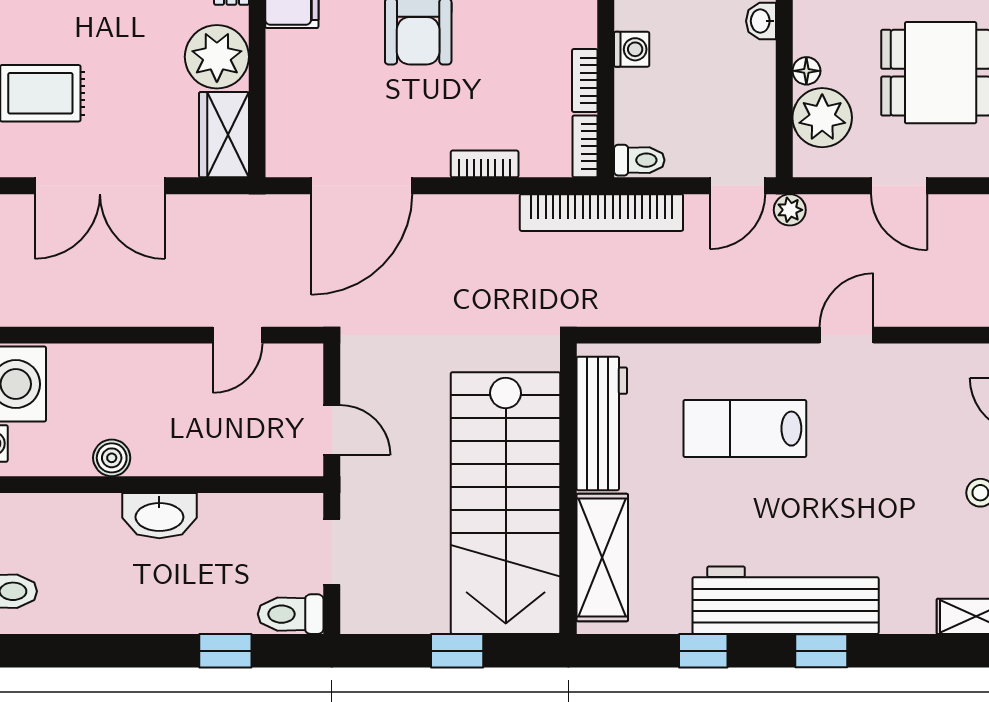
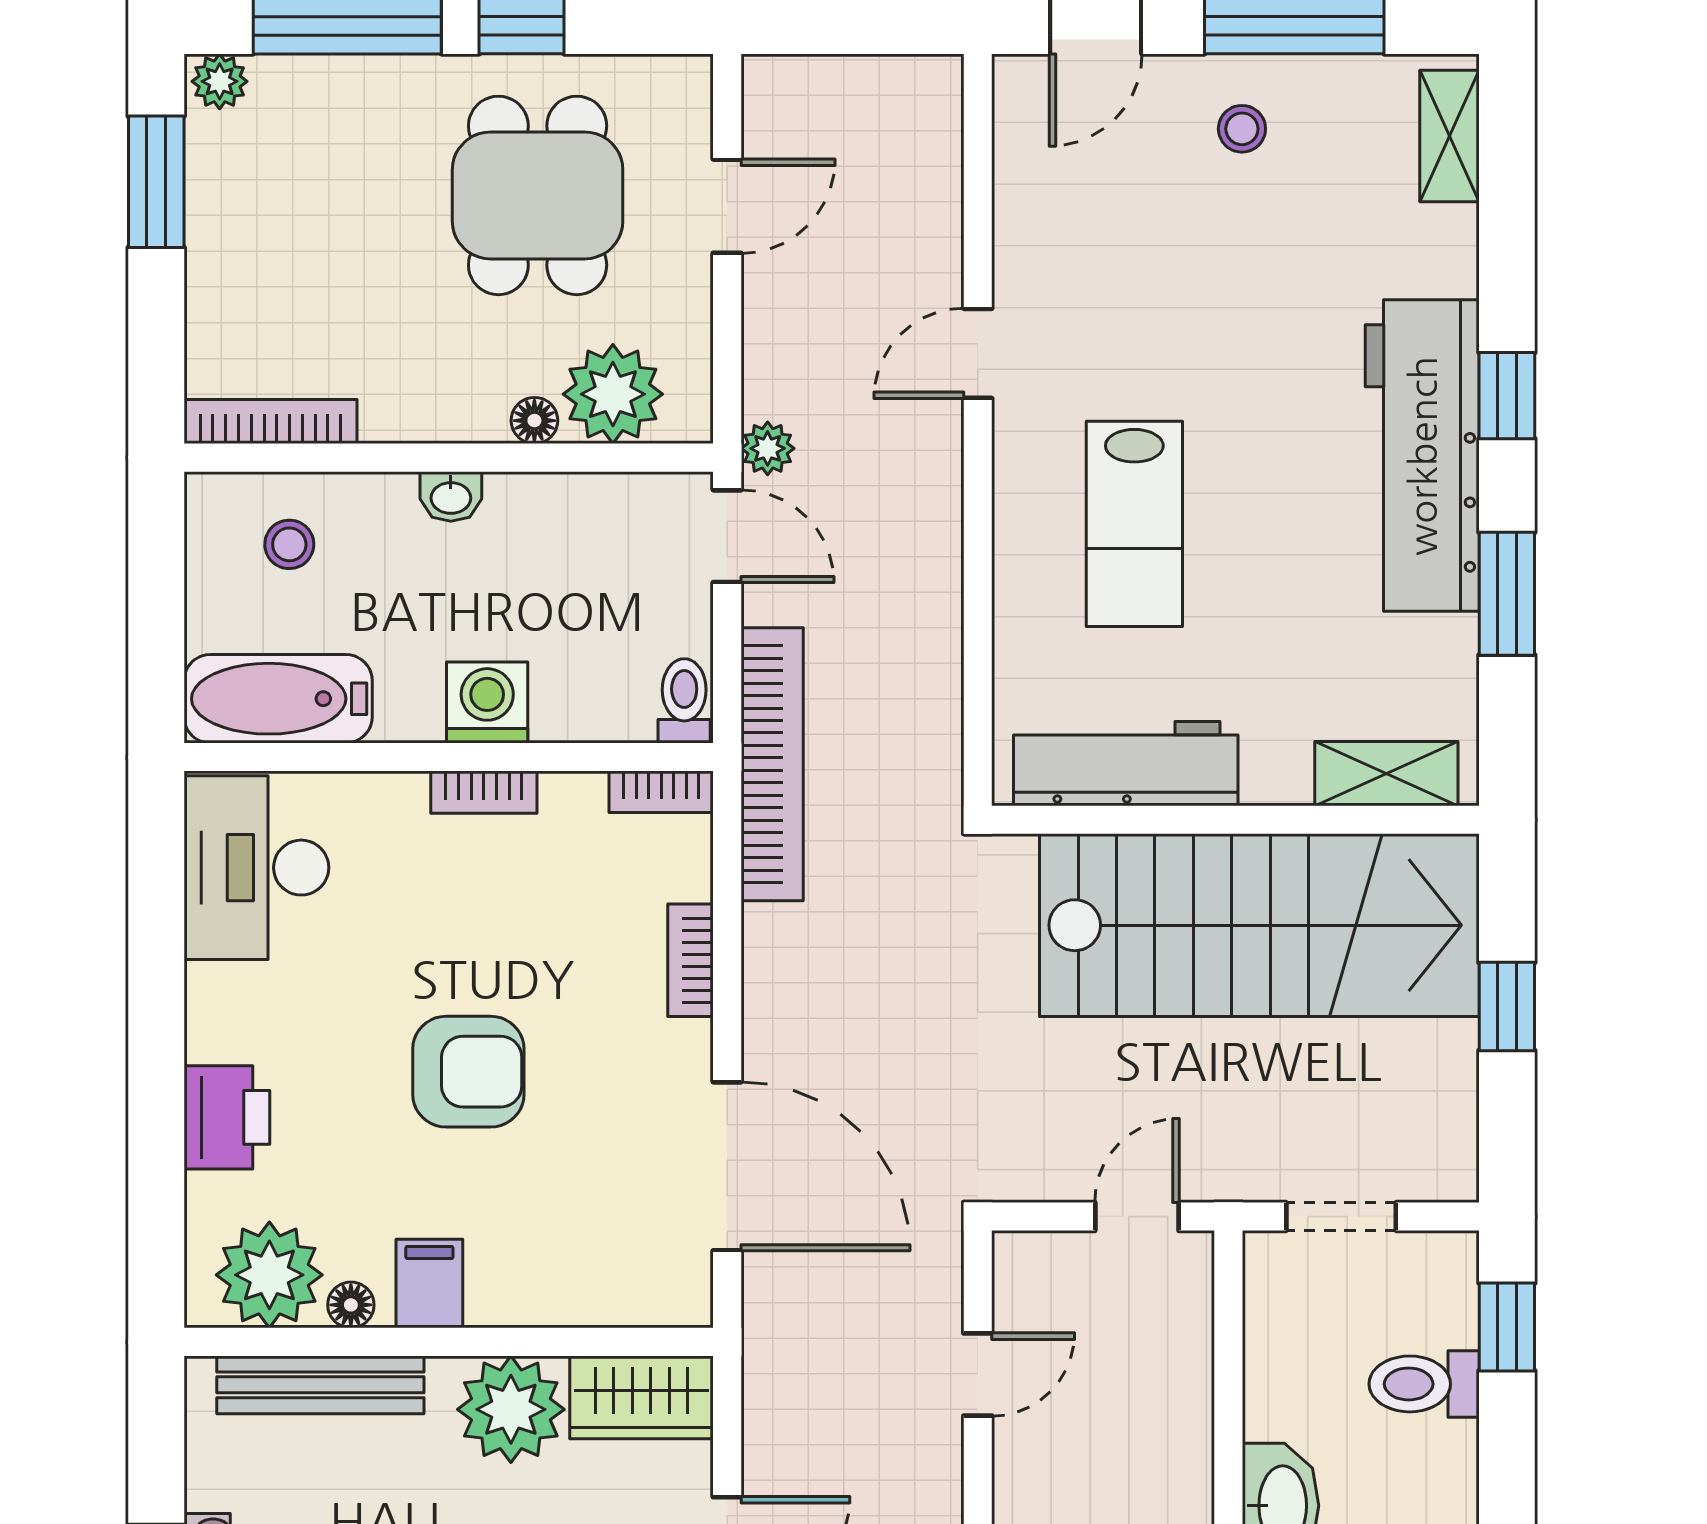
washing machine: (632, 49) -> (487, 703), width x1.38, depth x1.38
bookcase: (585, 80) -> (484, 792), moved
door: (899, 186) -> (727, 206), moved
door: (238, 335) -> (978, 1375), hinge flipped
door: (846, 335) -> (978, 353), hinge flipped
shelving: (602, 558) -> (1386, 774), width x0.67, depth x0.75
toilet: (291, 614) -> (1424, 1384), moved, turned 90
window: (225, 651) -> (1507, 1327), moved
window: (703, 651) -> (1507, 594), width x1.50

